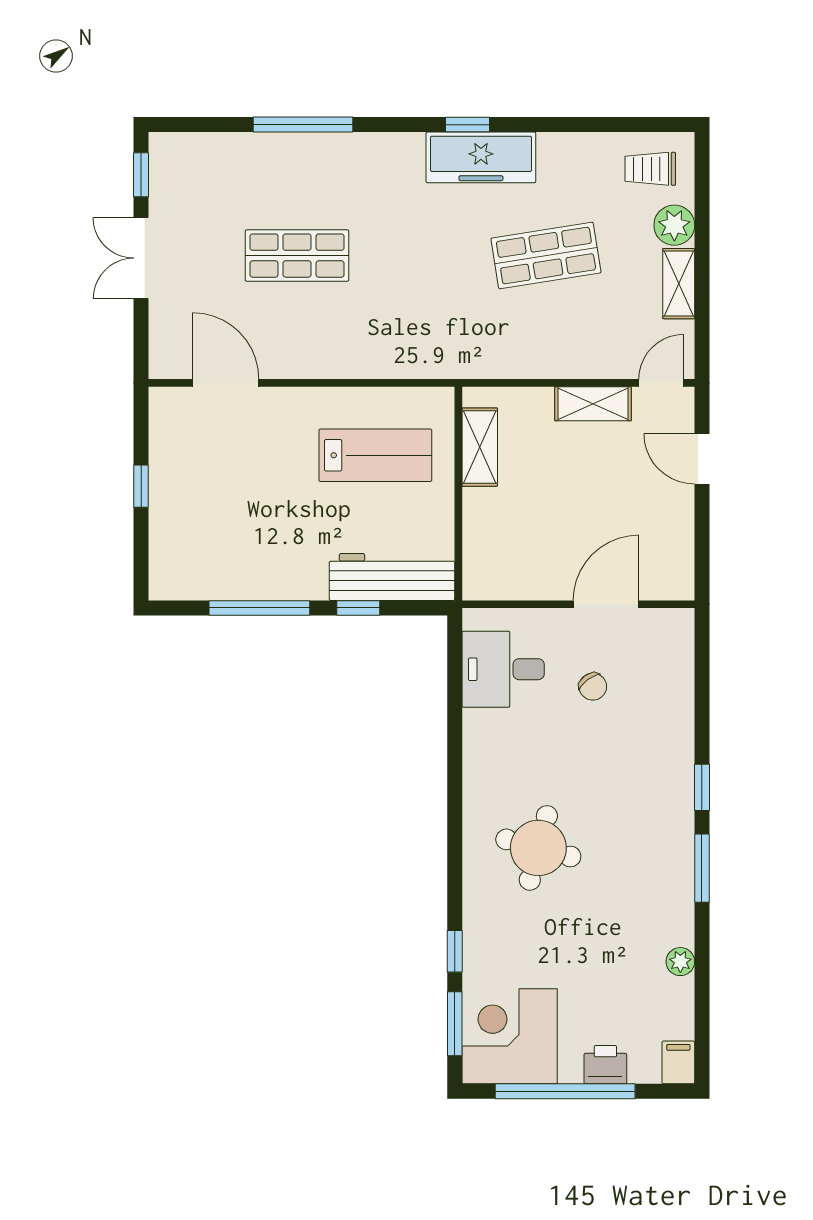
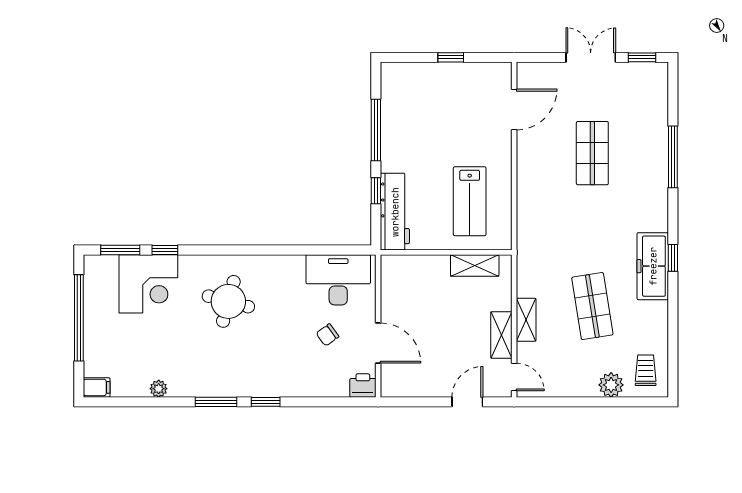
shelving: (679, 284) -> (526, 320), moved, turned 90
desk: (503, 669) -> (338, 280), width x1.37
corner desk: (510, 1036) -> (148, 284), moved, turned 90
printer: (605, 1065) -> (363, 386), moved, turned -90

